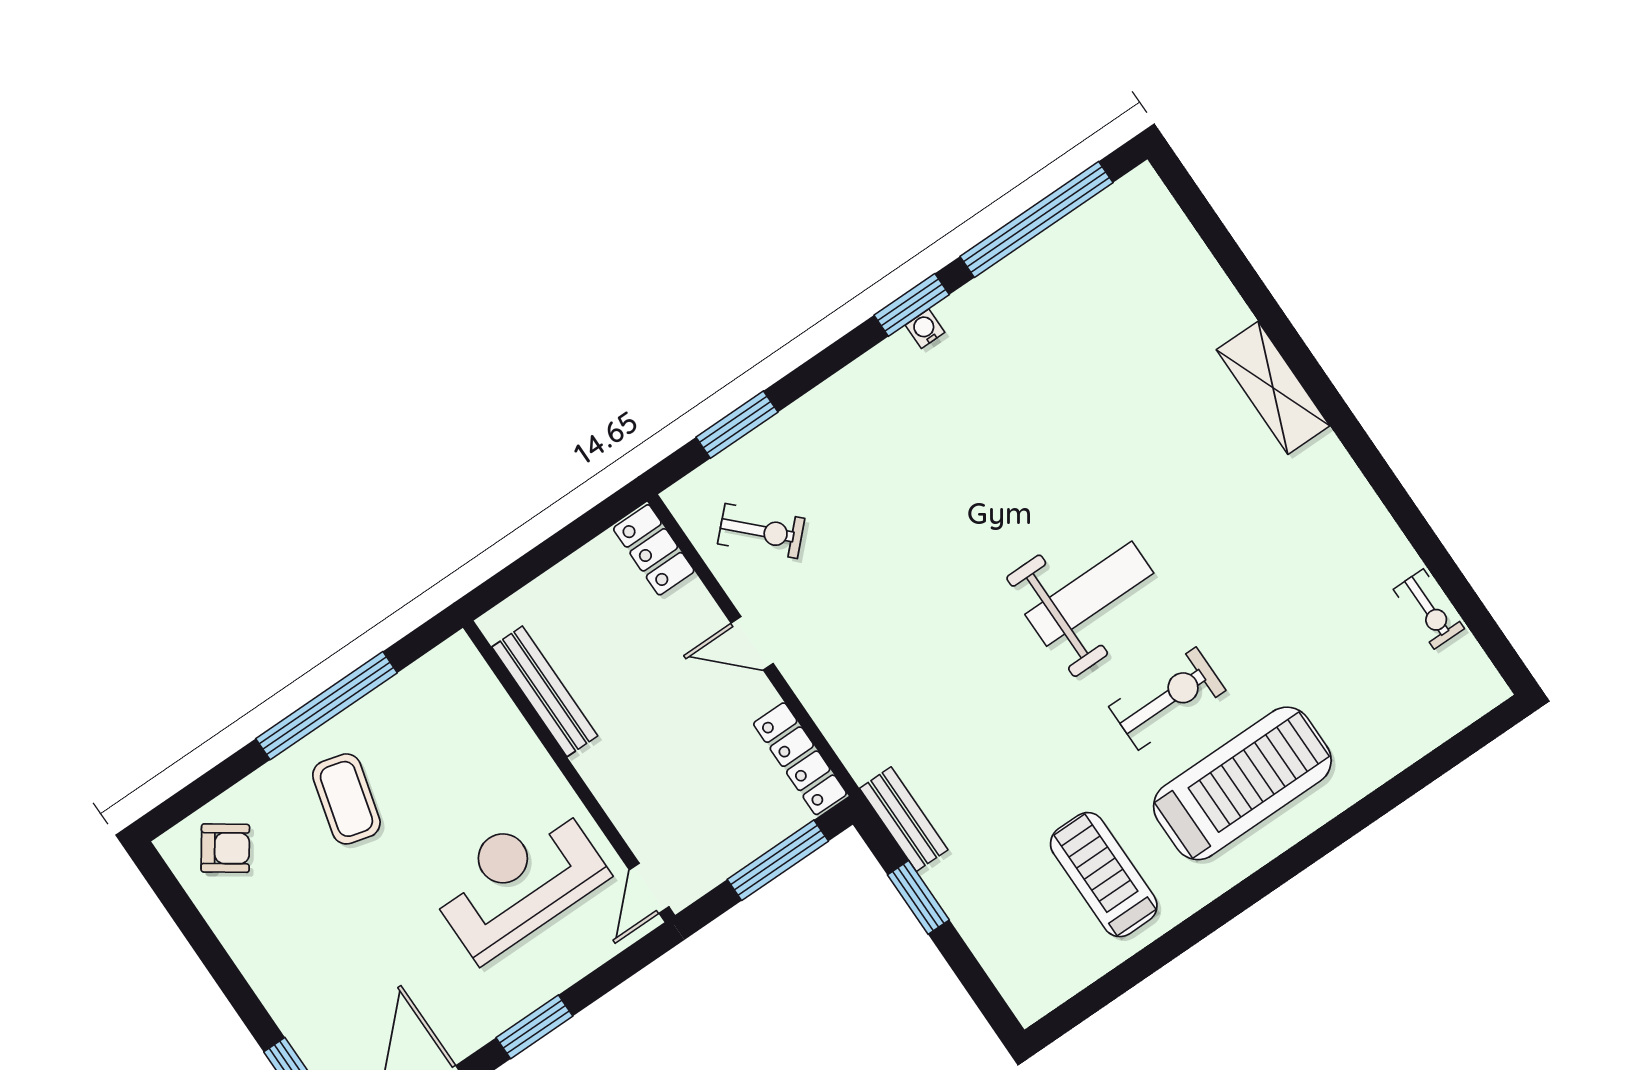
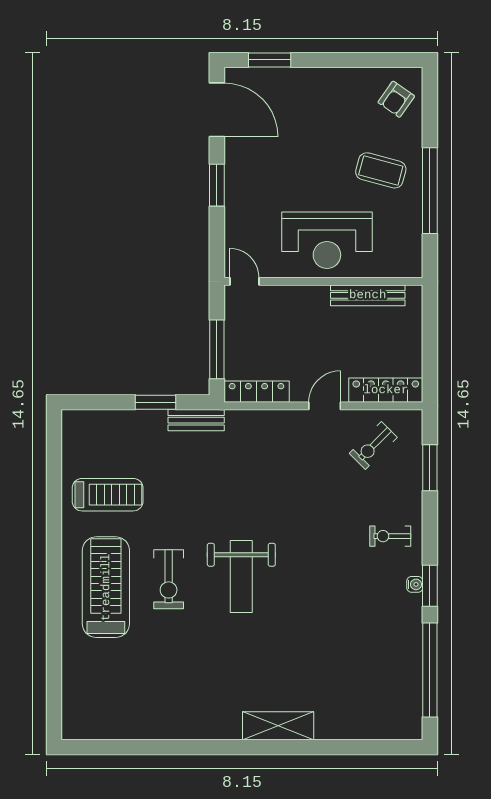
locker: (654, 550) -> (386, 390), width x1.53
exercise bike: (1429, 609) -> (390, 536), moved
treadmill: (1242, 783) -> (106, 587), turned 180
reception desk: (518, 880) -> (327, 240), moved, turned 90

